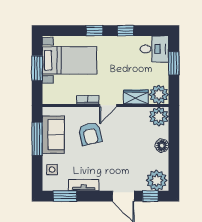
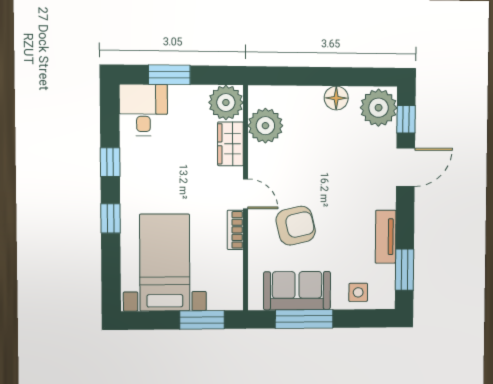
window: (37, 68) -> (202, 320), moved
plant: (159, 117) -> (265, 126), moved
floor lamp: (162, 146) -> (336, 98), moved

